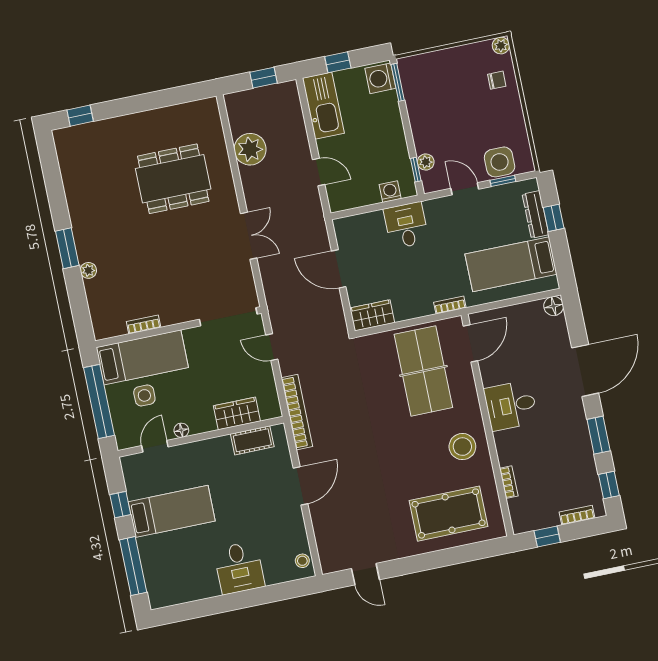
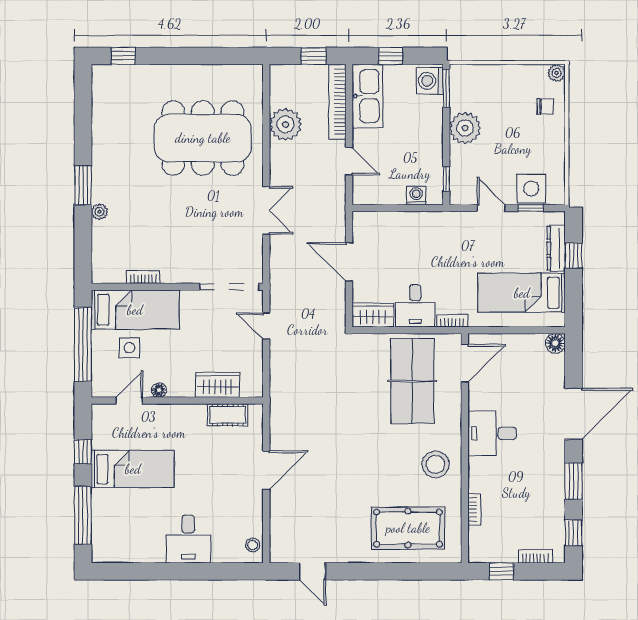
plant: (426, 162) -> (465, 128), moved, width x1.87, depth x1.87
dining table: (173, 179) -> (203, 138), width x1.36, depth x1.24
desk: (406, 225) -> (415, 306), moved, turned 180
bookcase: (297, 412) -> (337, 102), moved, turned 180

